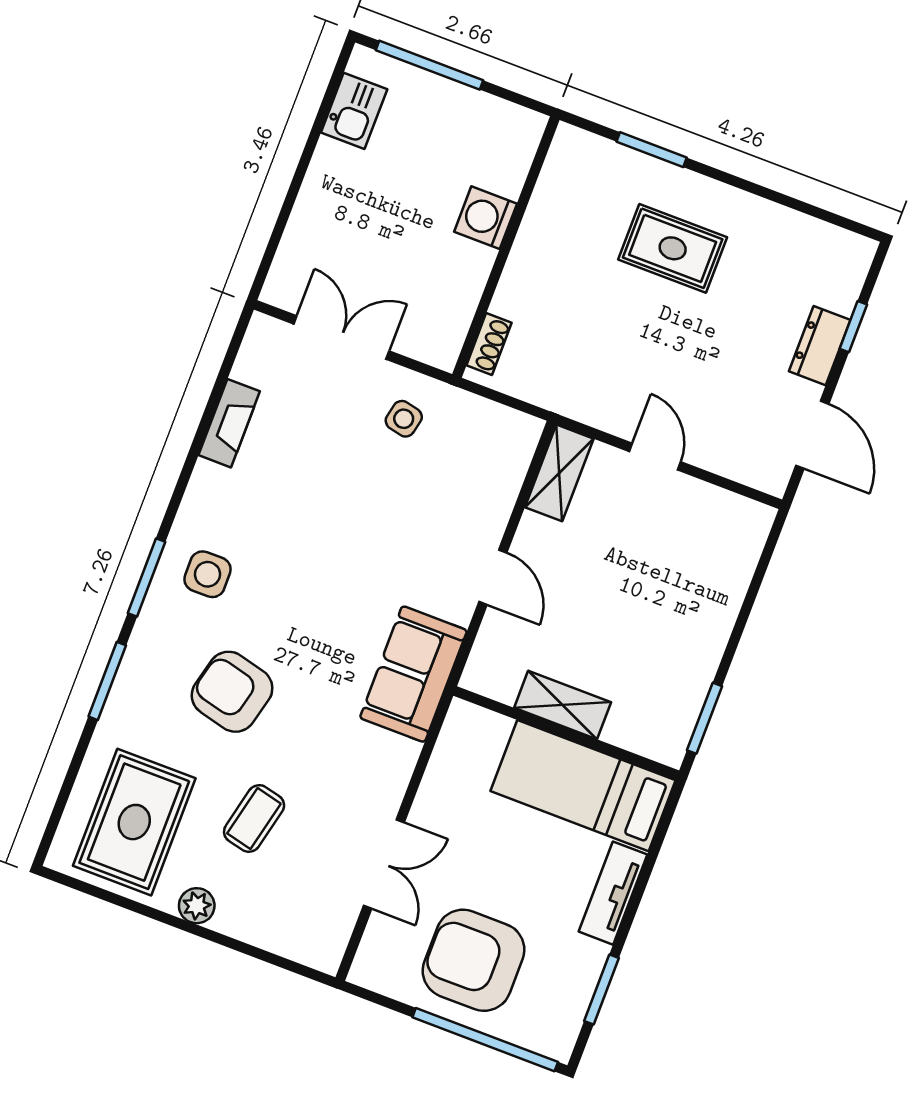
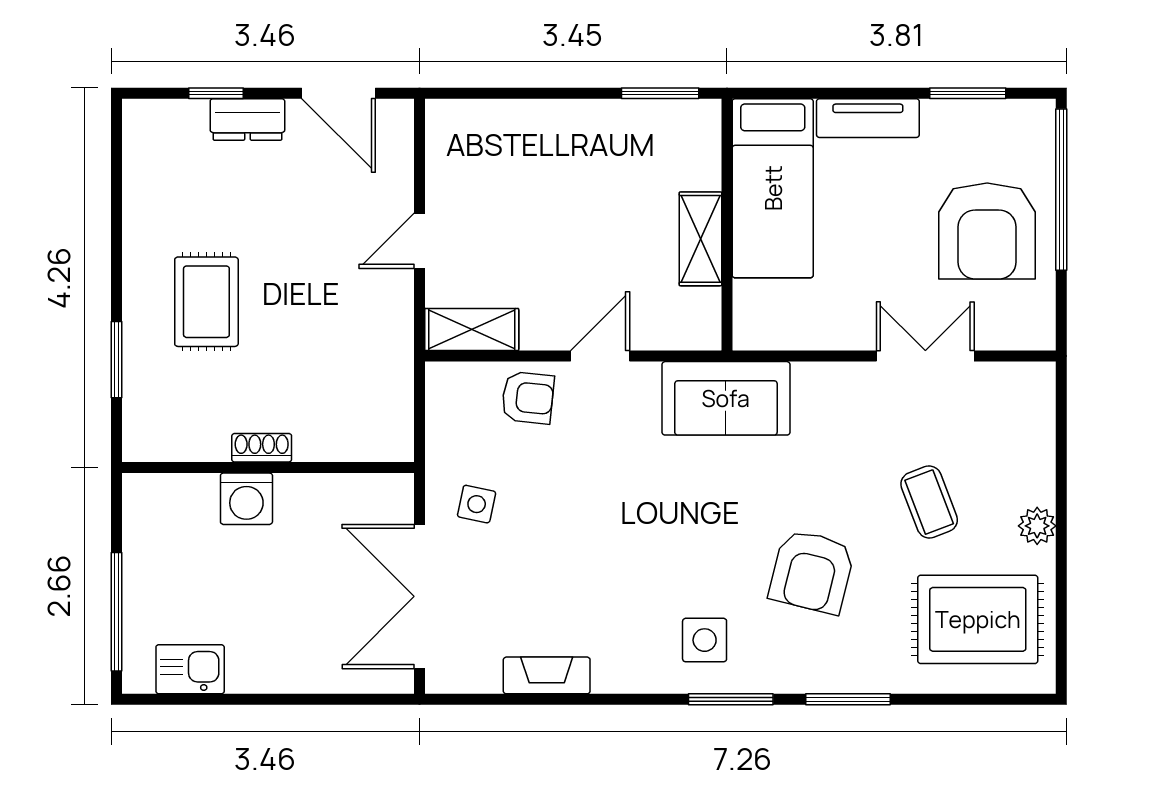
double door: (341, 337) -> (419, 596), width x1.37
shoe rack: (489, 344) -> (262, 448), moved
door: (812, 435) -> (339, 93), swing flipped
armchair: (480, 500) -> (528, 398), added
coffee table: (254, 818) -> (929, 502), turned 56

